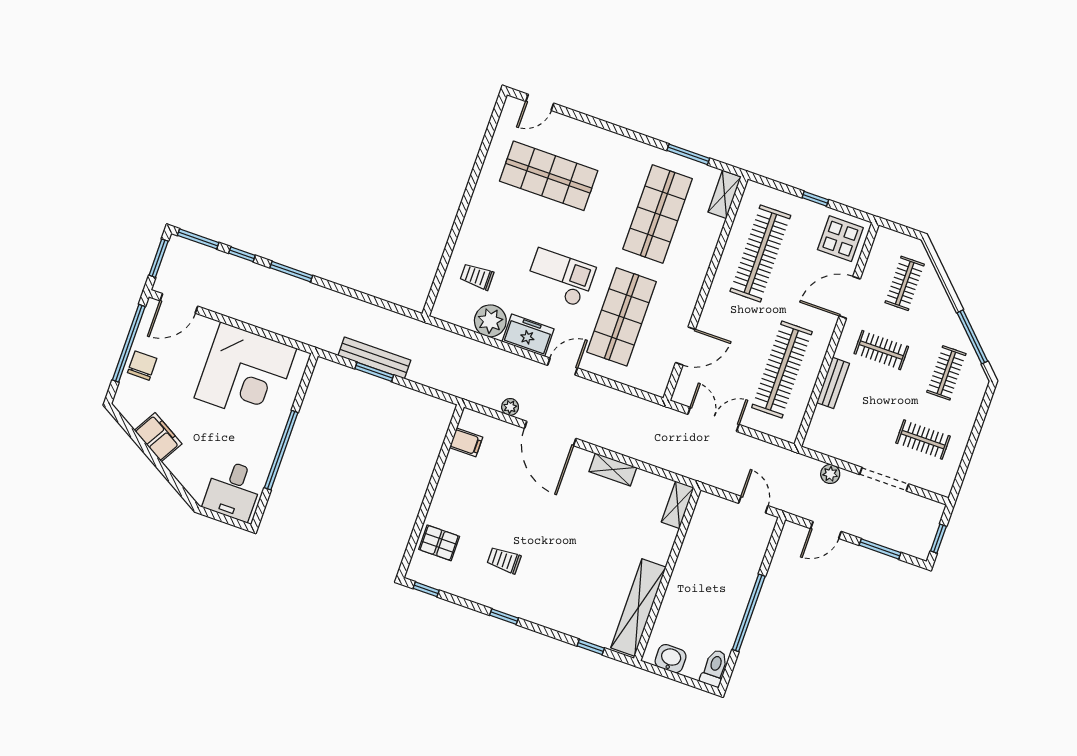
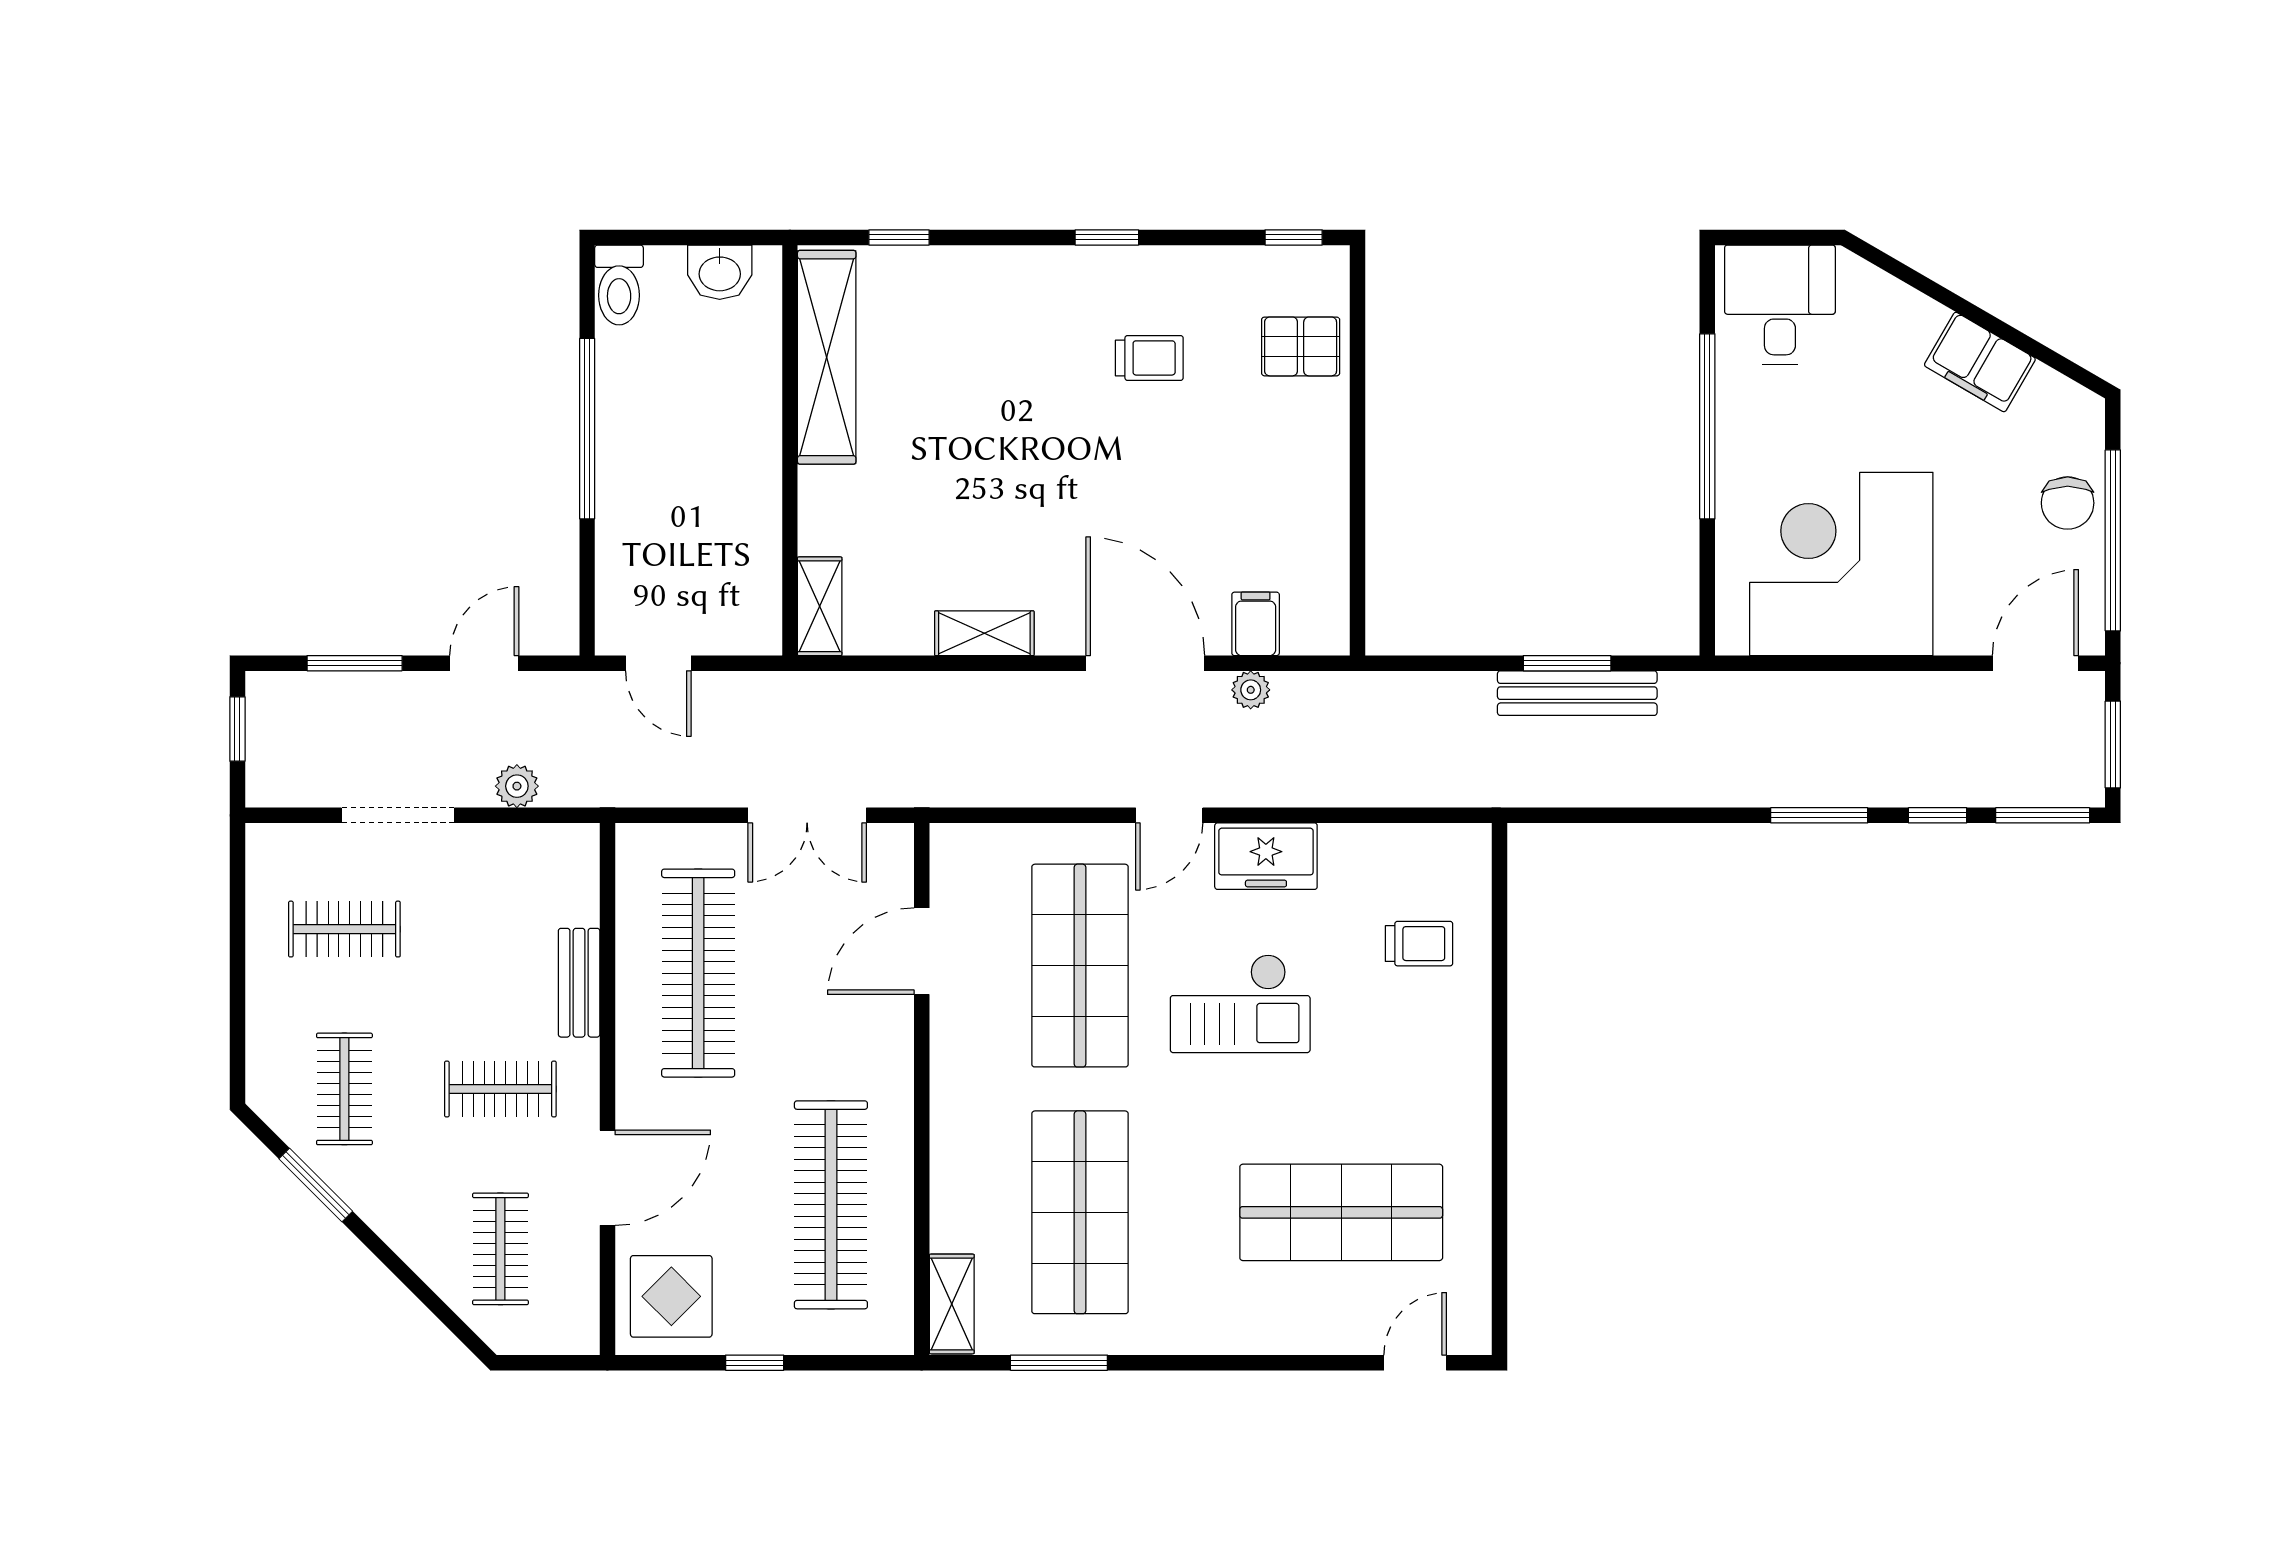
plant: (490, 321) -> (1357, 859), removed
window: (972, 337) -> (316, 1185), width x0.69
filing cabinet: (466, 442) -> (1256, 624), moved, turned 90

